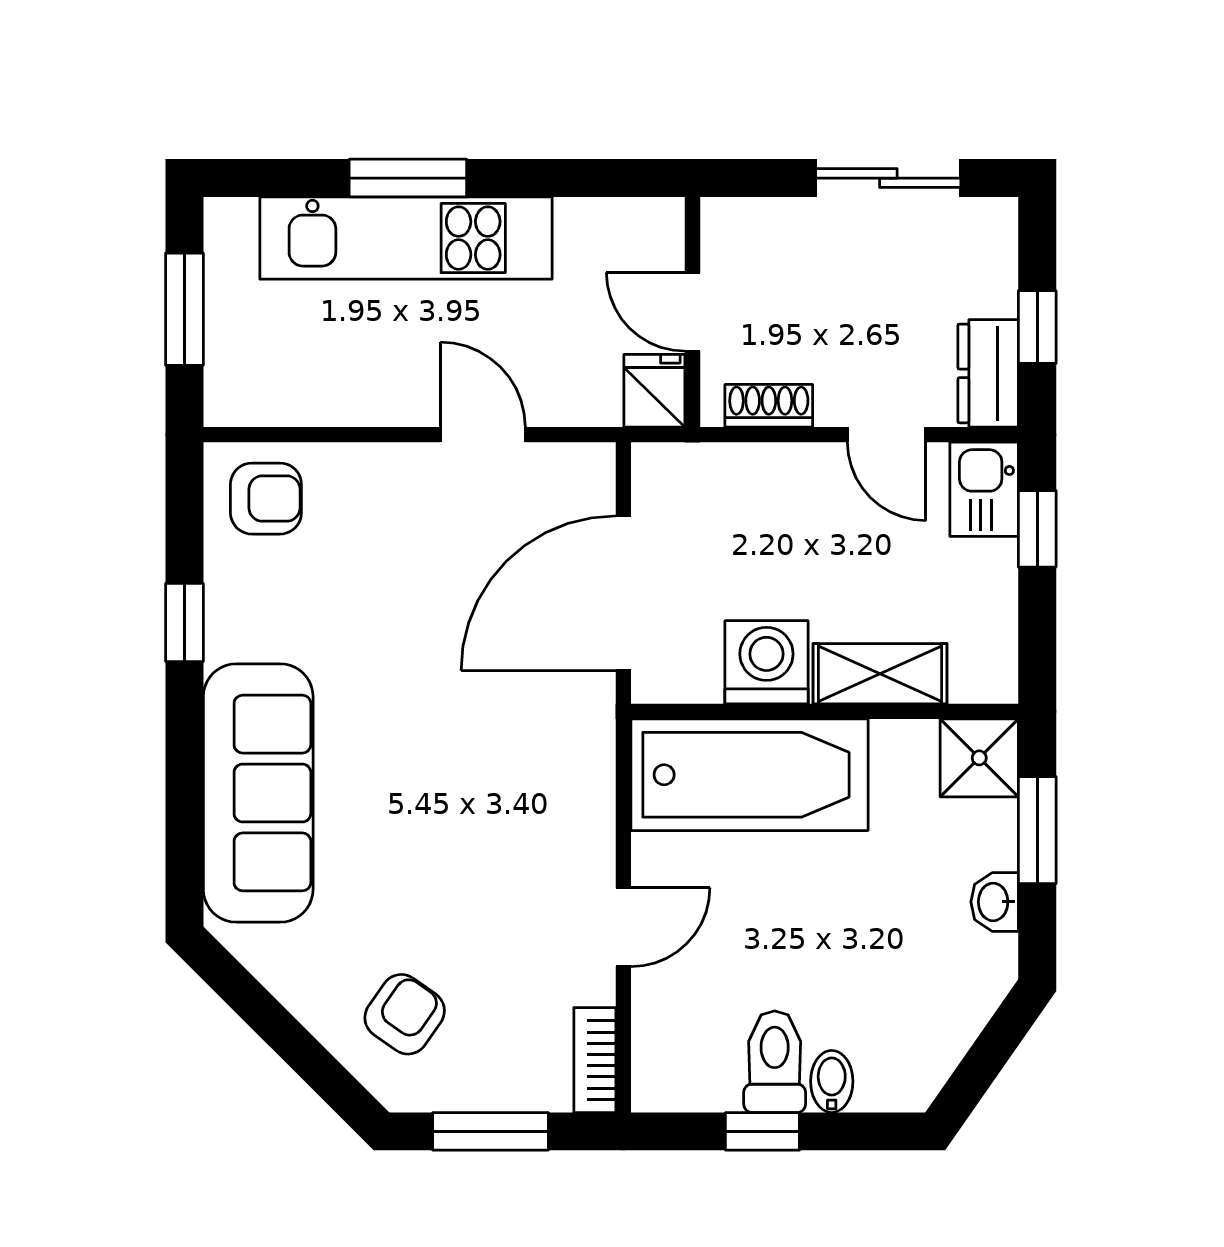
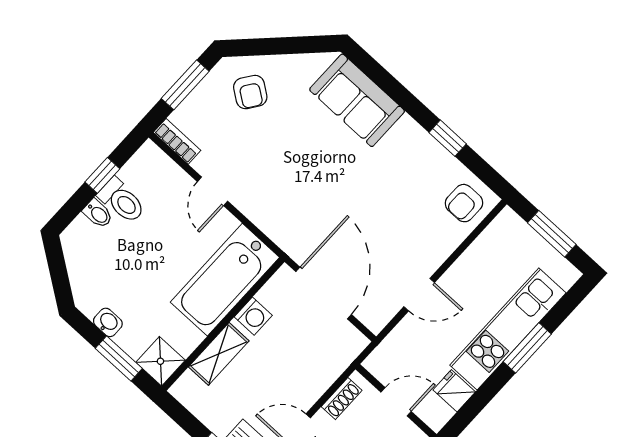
fridge: (654, 391) -> (454, 391), moved, turned 180
washing machine: (766, 662) -> (253, 316), width x0.73, depth x0.73
sofa: (258, 793) -> (357, 100), width x0.73

